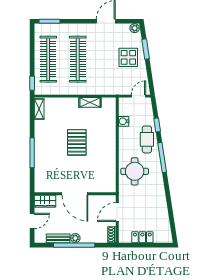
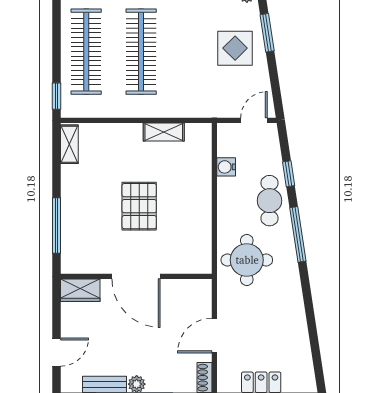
door: (75, 194) -> (136, 276), moved
wall: (75, 194) -> (136, 276), moved
wardrobe: (45, 201) -> (80, 290), moved

